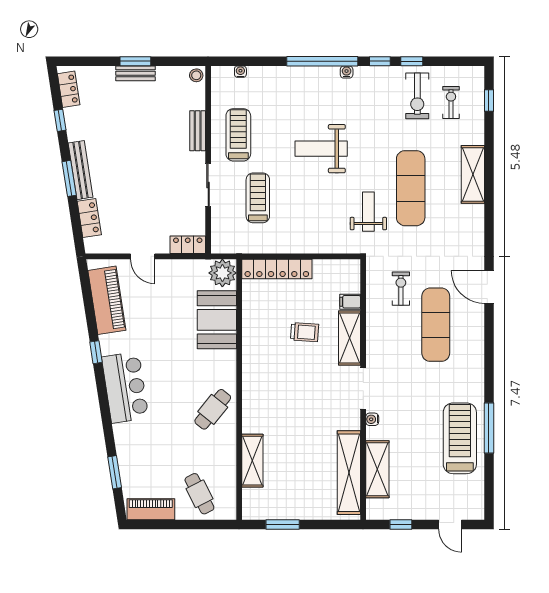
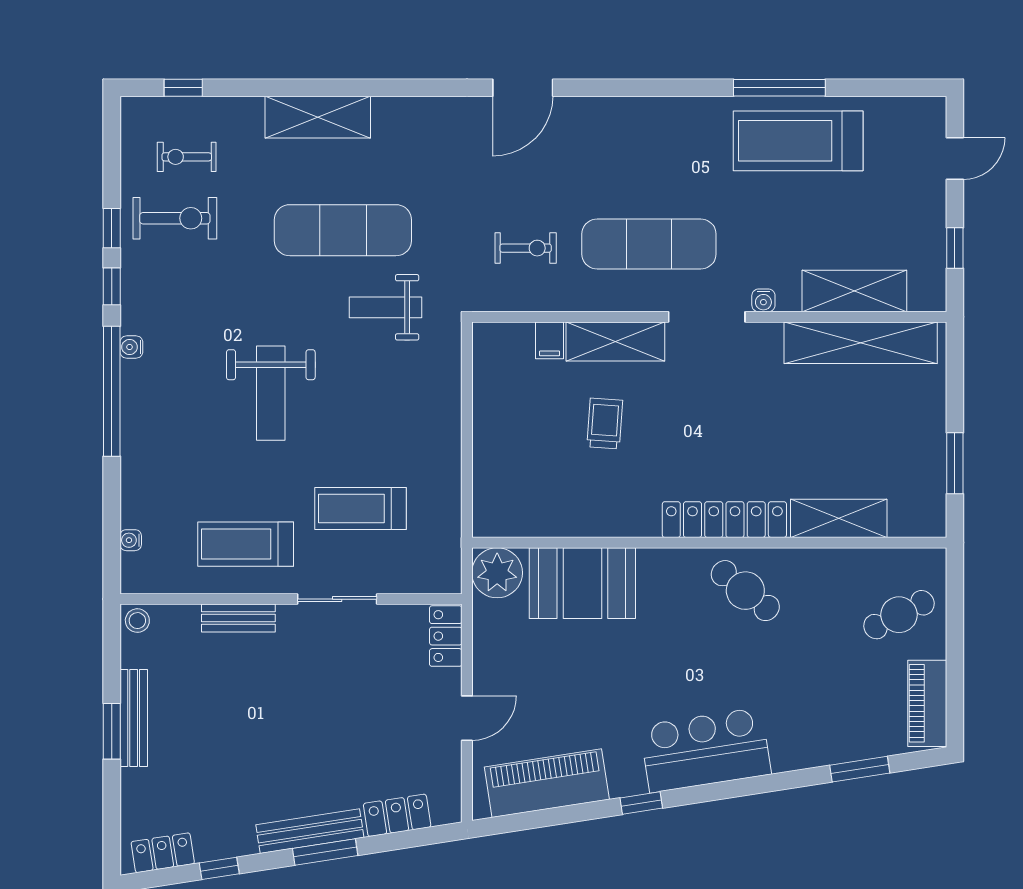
bench: (136, 73) -> (134, 718), width x1.36
locker: (277, 269) -> (724, 520), moved, turned -90
exercise bike: (401, 289) -> (526, 248), turned 180
exercise mat: (436, 325) -> (649, 244), moved

